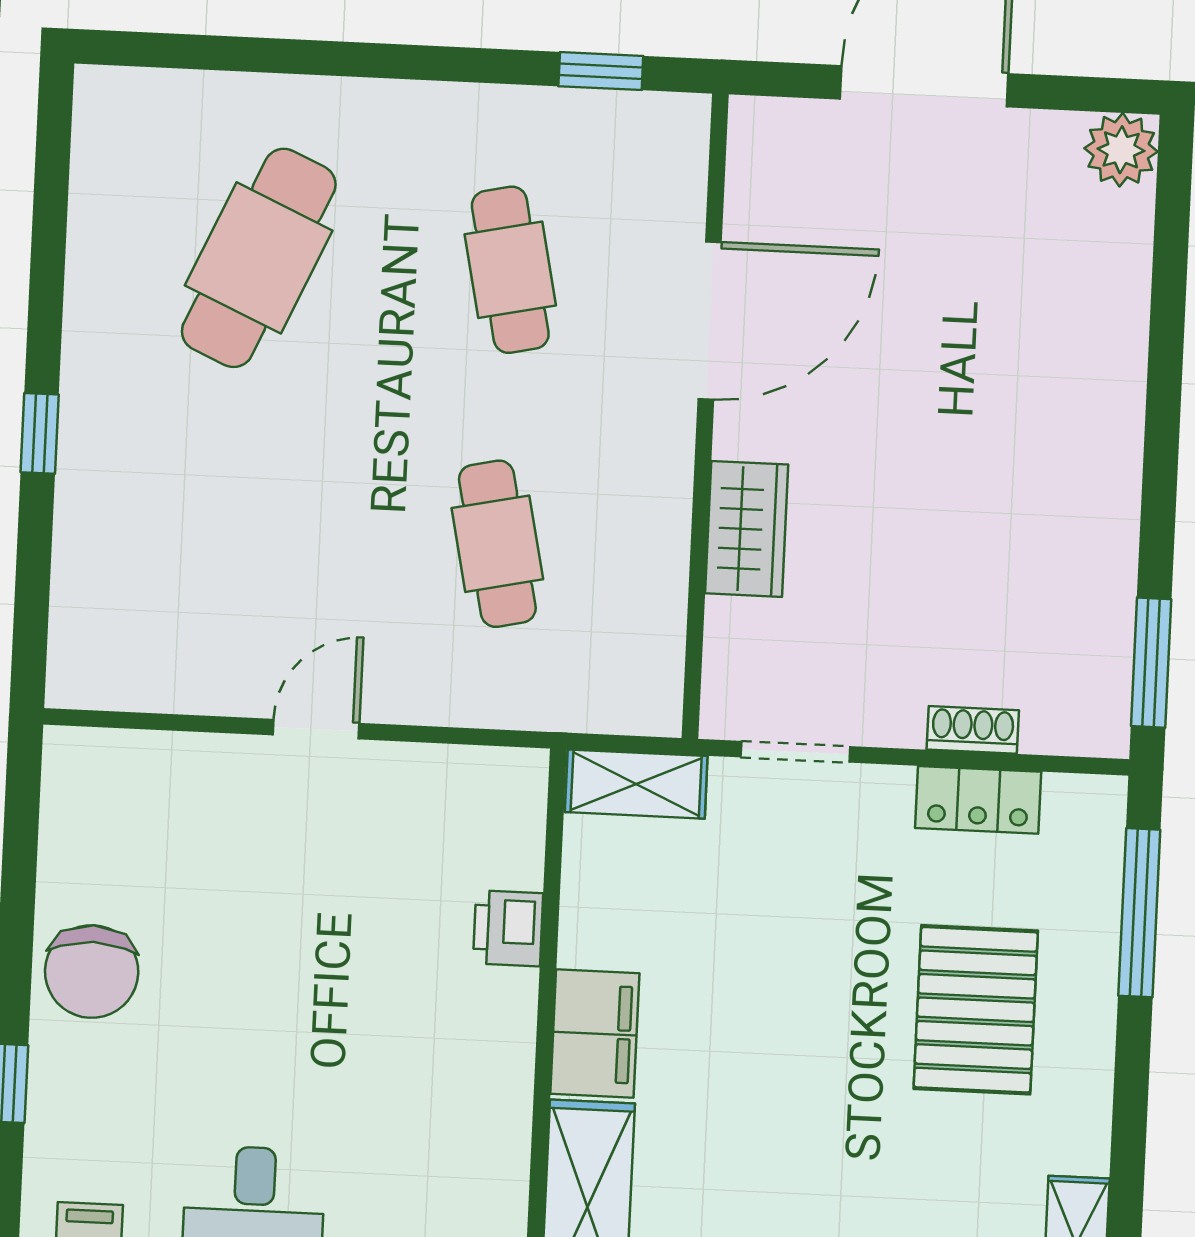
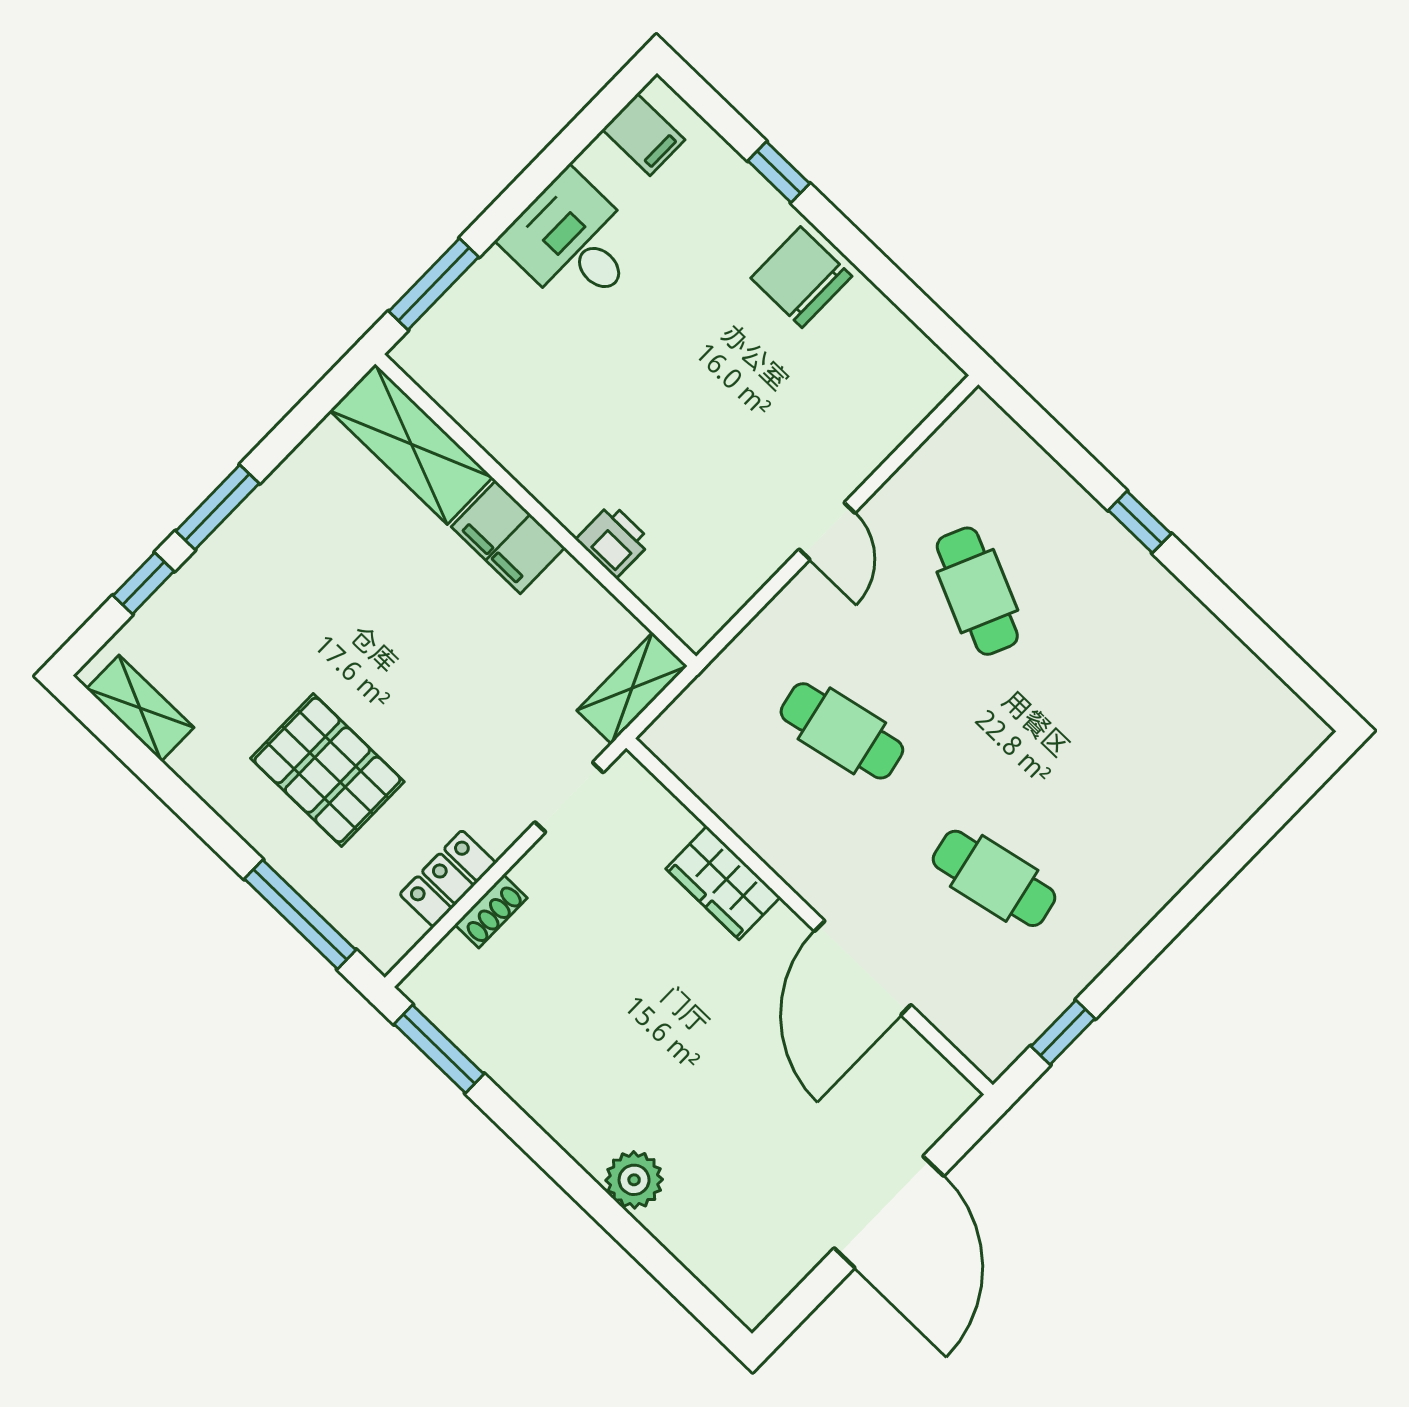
plant: (1121, 150) -> (634, 1180), moved
cafe table: (259, 258) -> (977, 591), moved, width x0.73, depth x0.74

